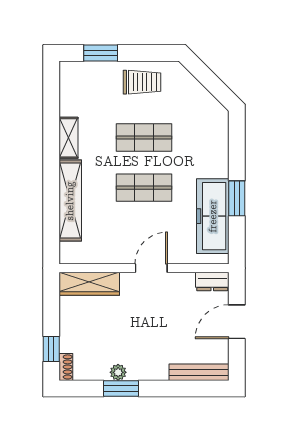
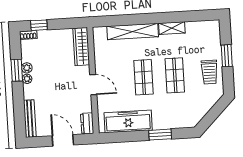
window: (101, 53) -> (227, 56), moved
window: (237, 198) -> (160, 135), moved
plant: (136, 373) -> (27, 79), added

